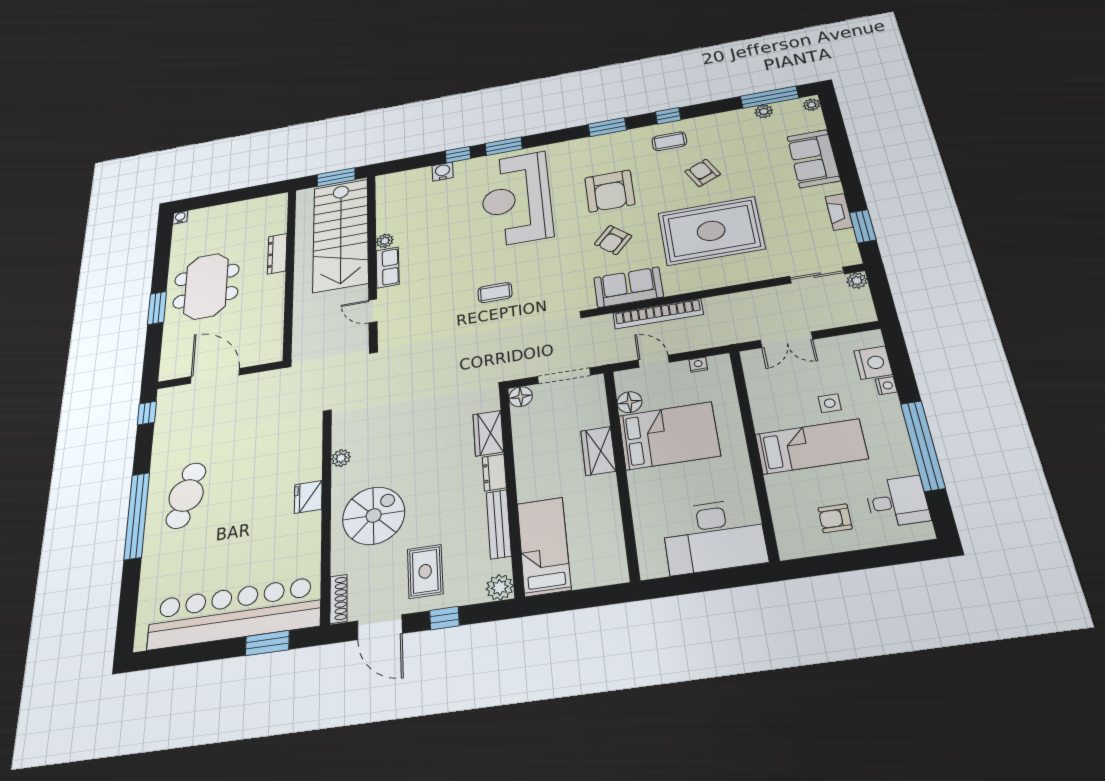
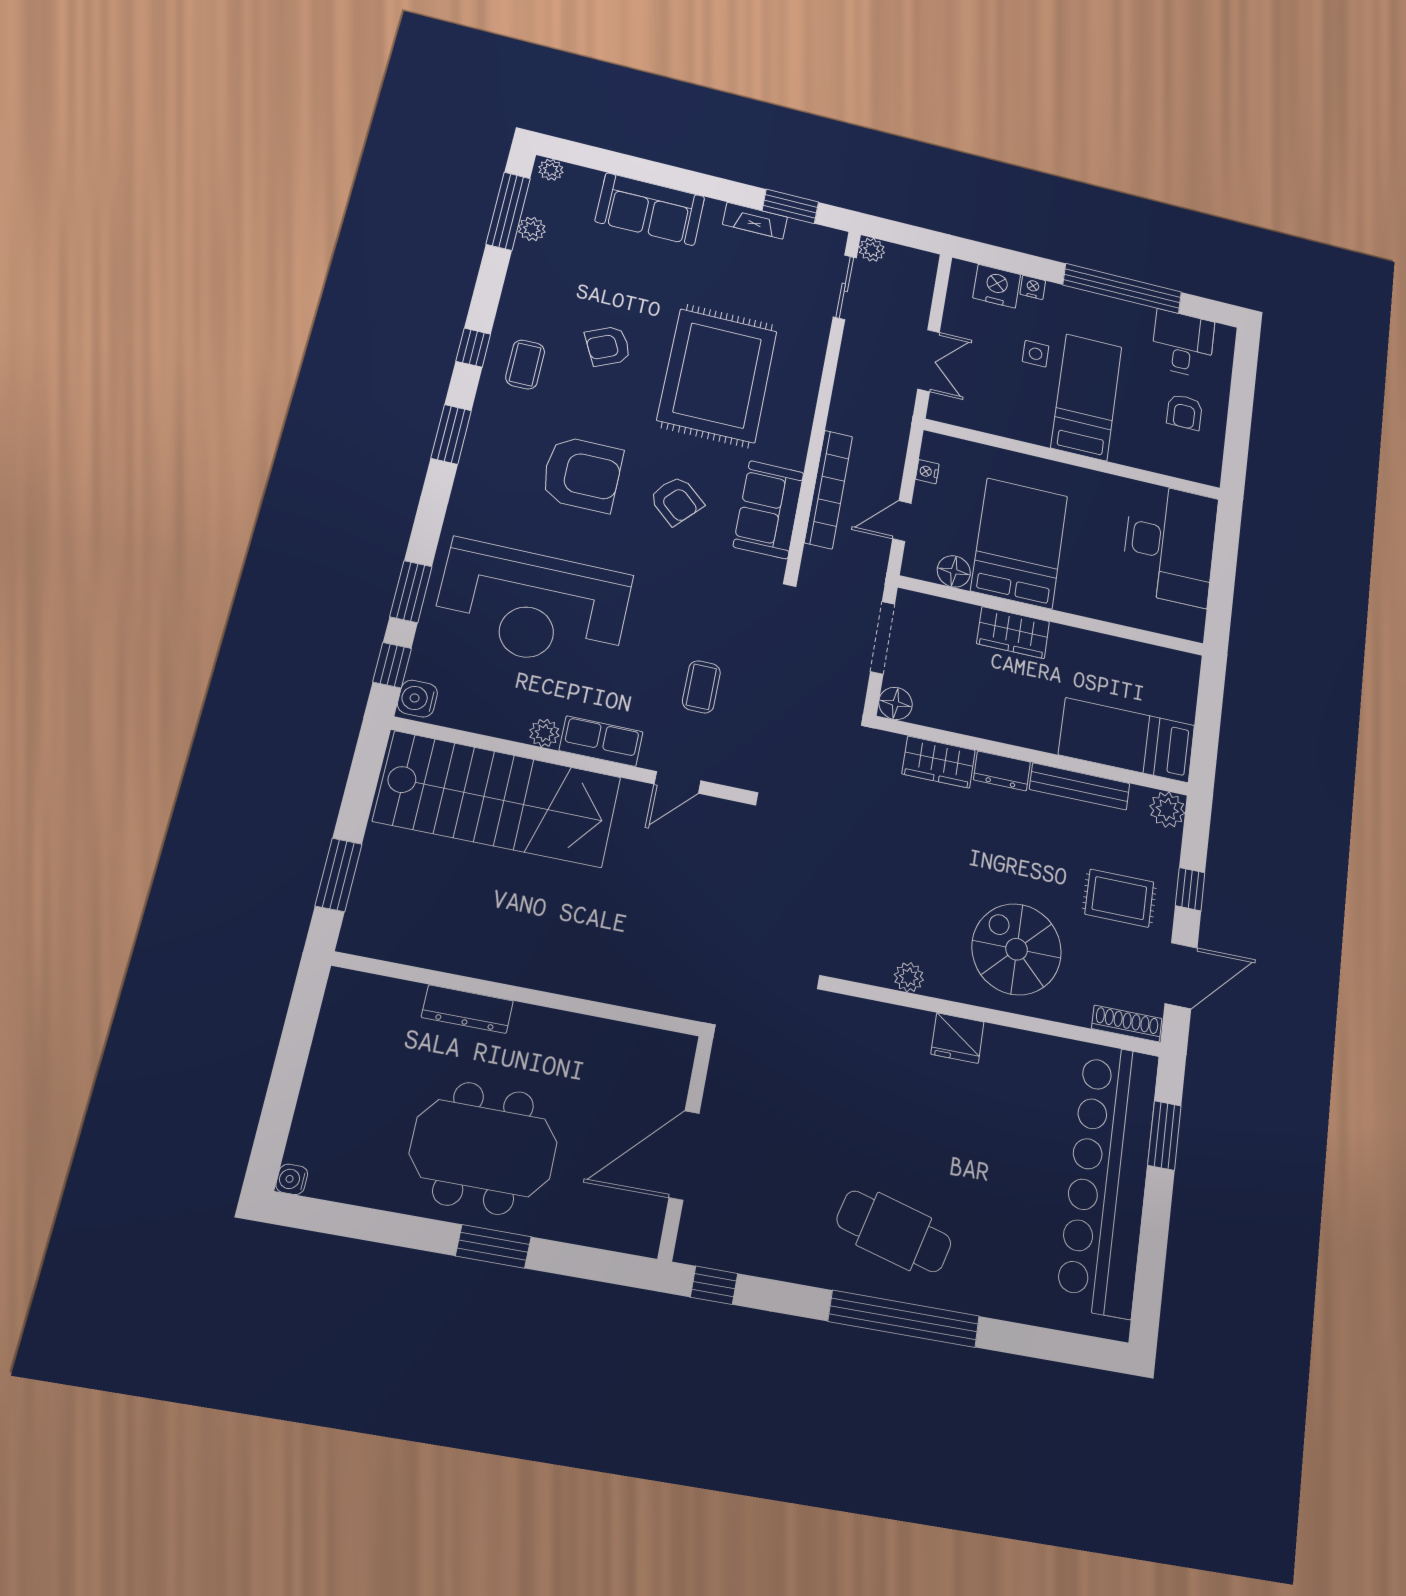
stairs: (341, 235) -> (498, 799), moved
plant: (385, 241) -> (544, 733), moved
wall: (372, 258) -> (570, 760), moved
row of seats: (388, 267) -> (601, 741), moved
door: (373, 311) -> (677, 782), moved

